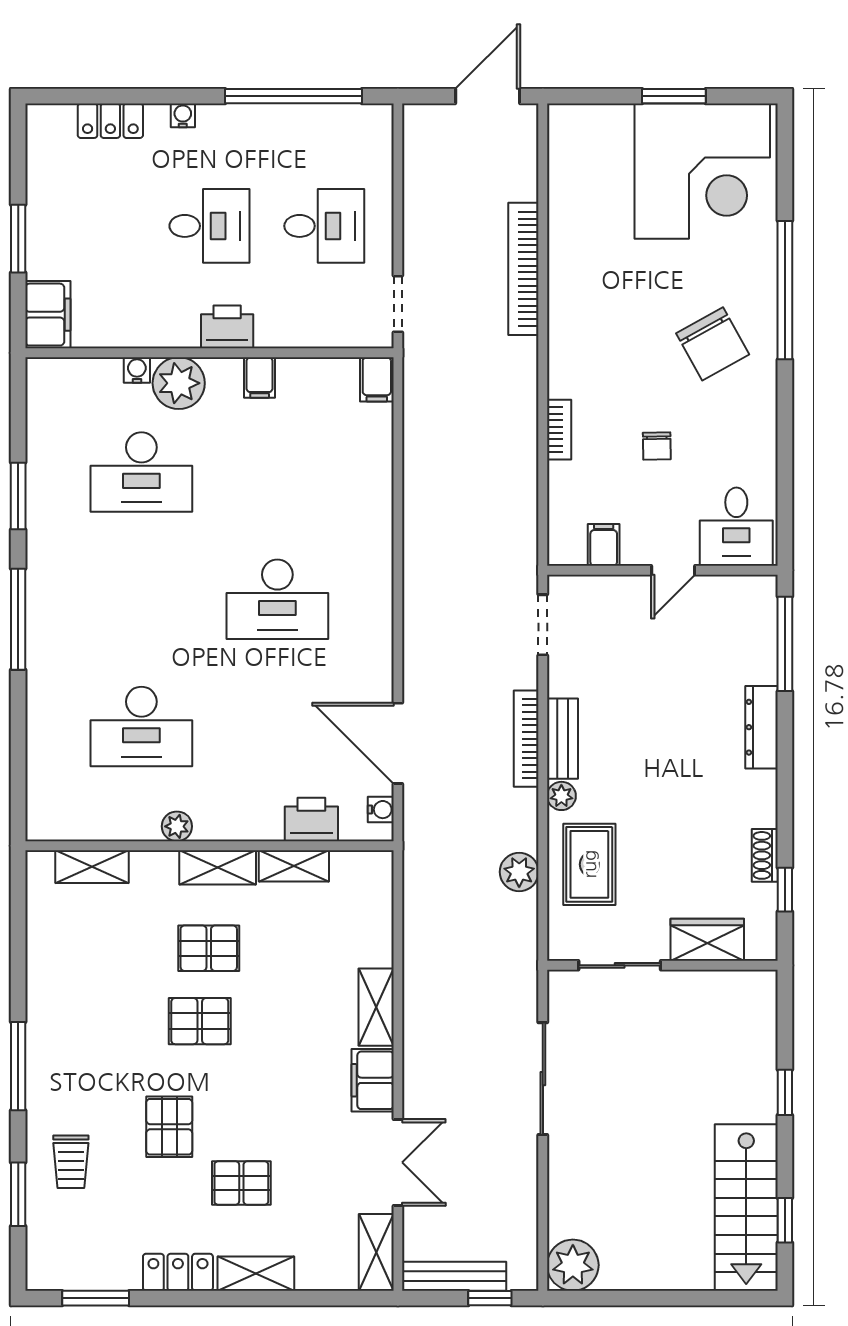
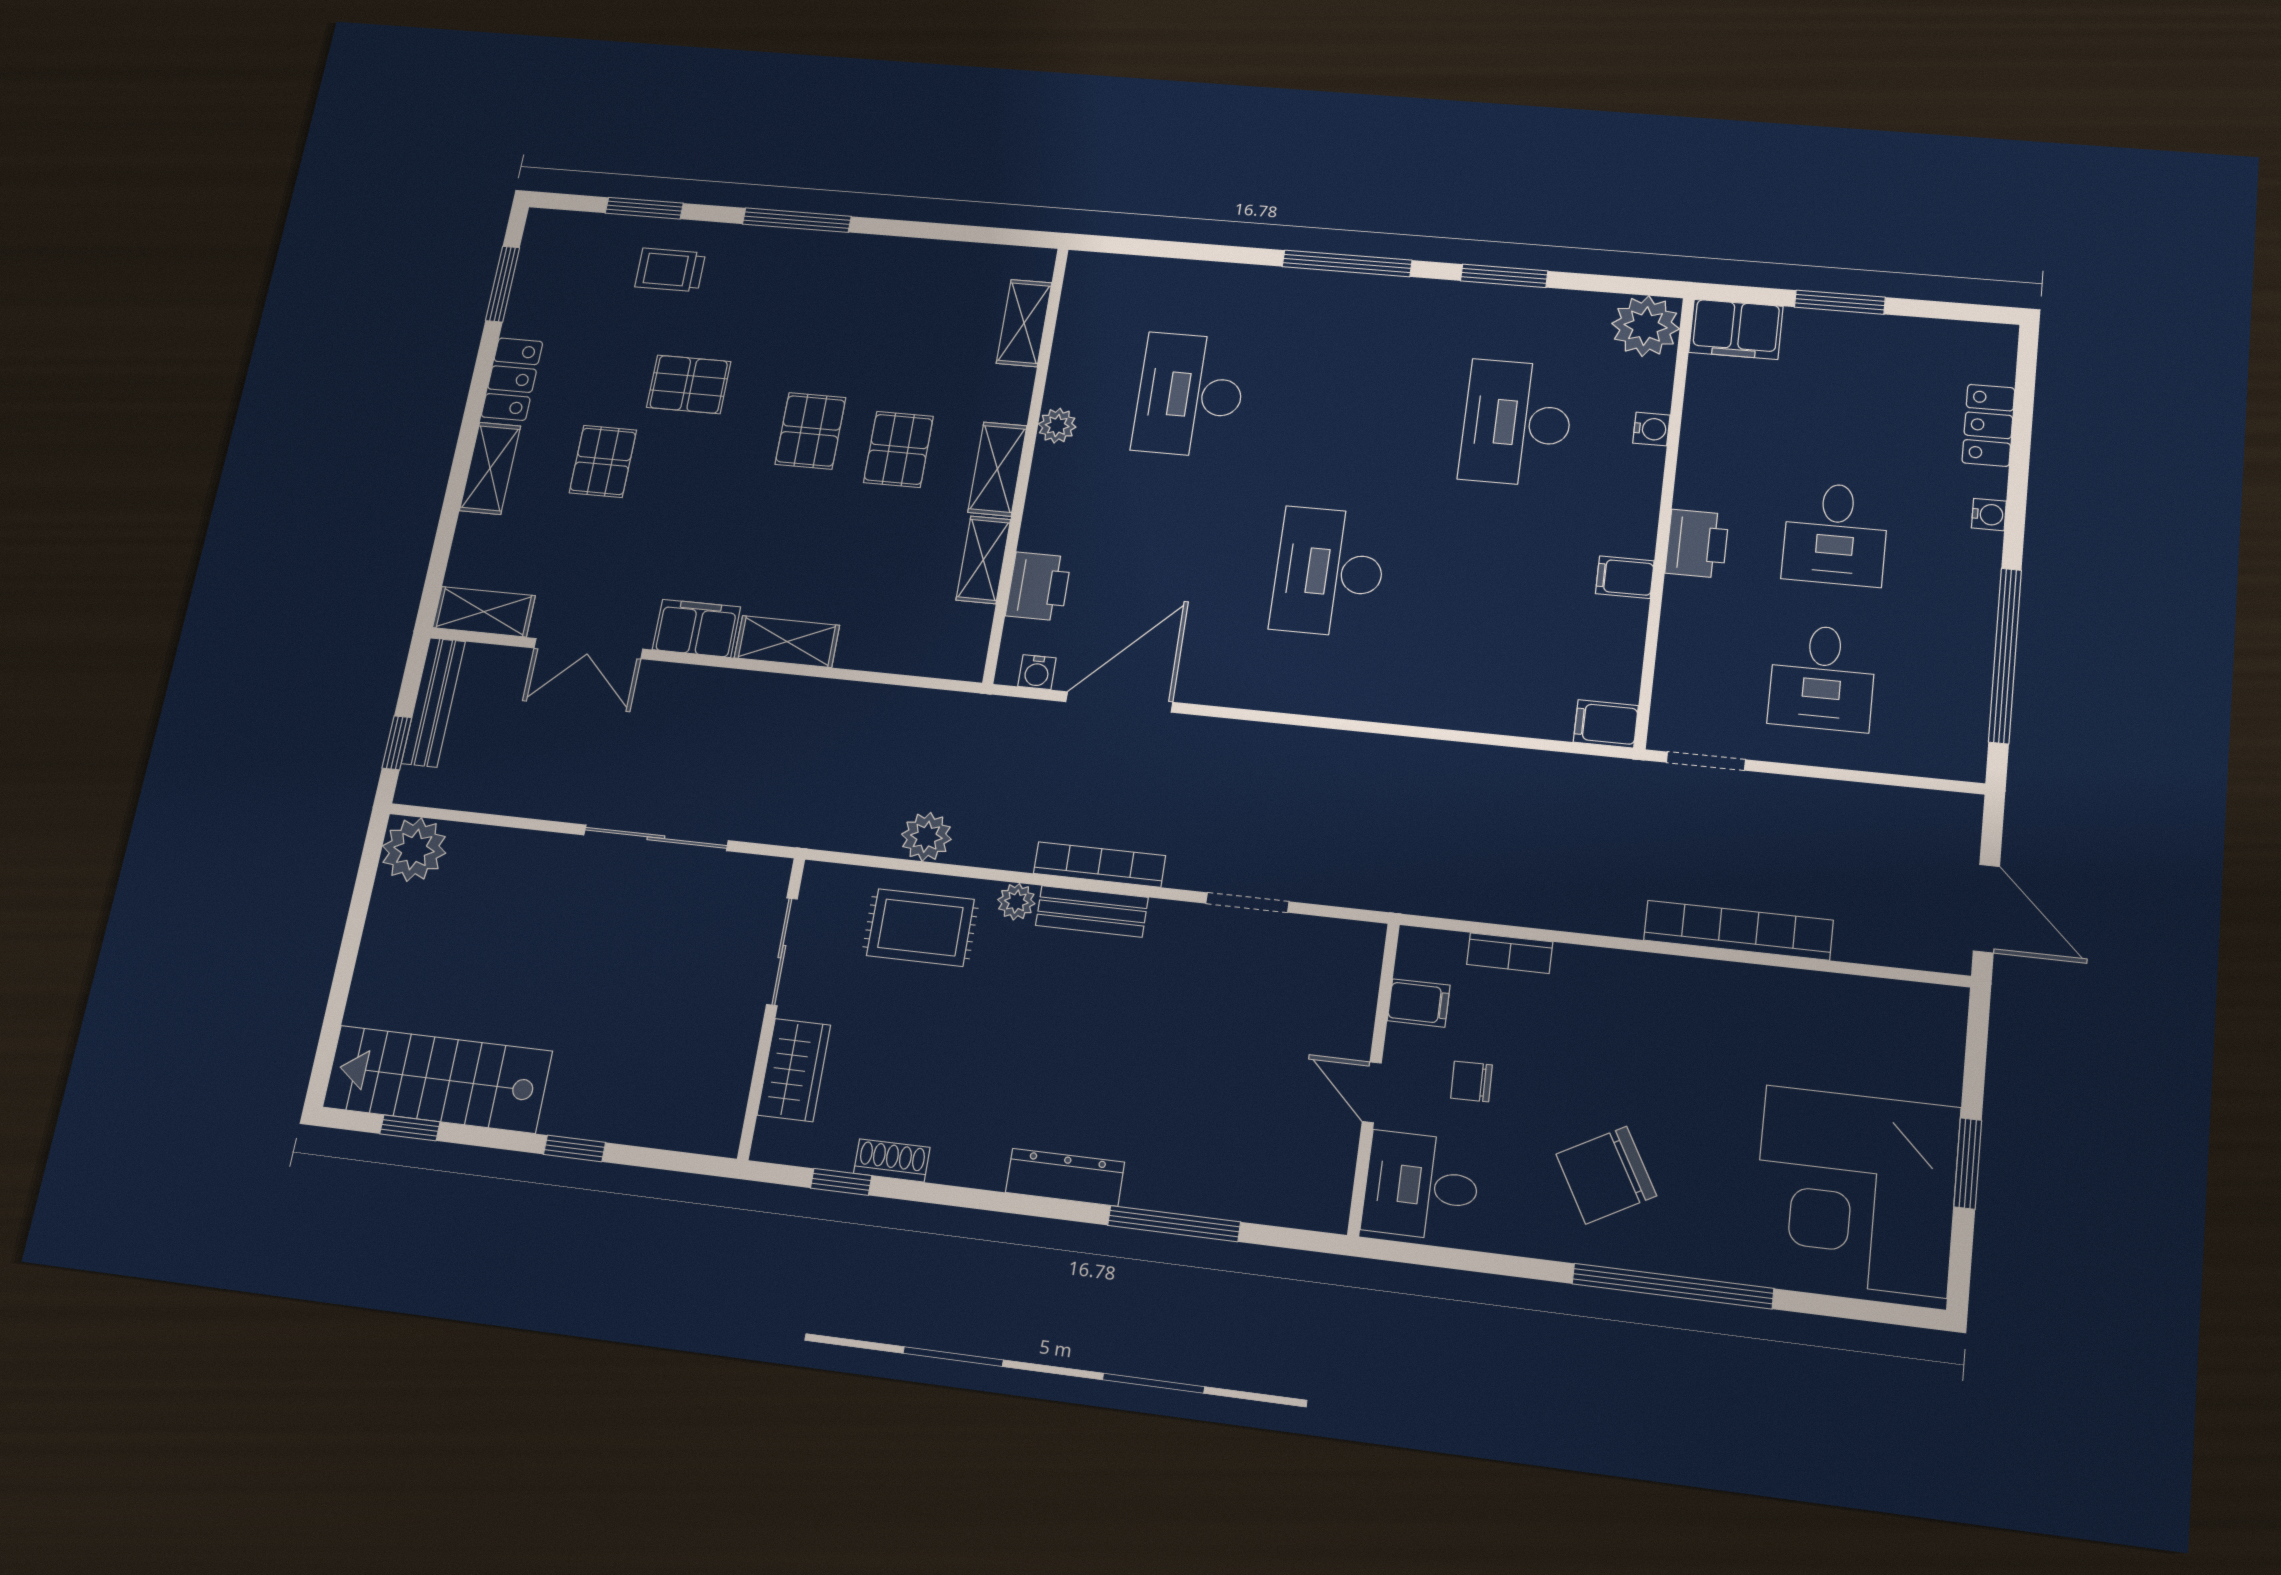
plant: (179, 383) -> (1645, 326), moved
desk: (736, 527) -> (1421, 1186), moved
filing cabinet: (604, 545) -> (1419, 1003), moved
wall: (662, 570) -> (1374, 1078), moved
door: (673, 570) -> (1372, 1092), moved

